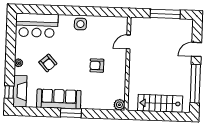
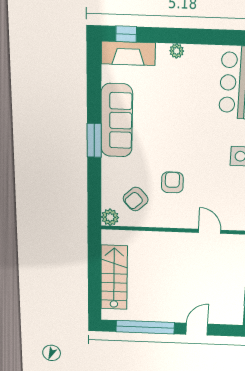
door: (197, 49) -> (197, 329), hinge flipped
armchair: (48, 63) -> (136, 199), moved

